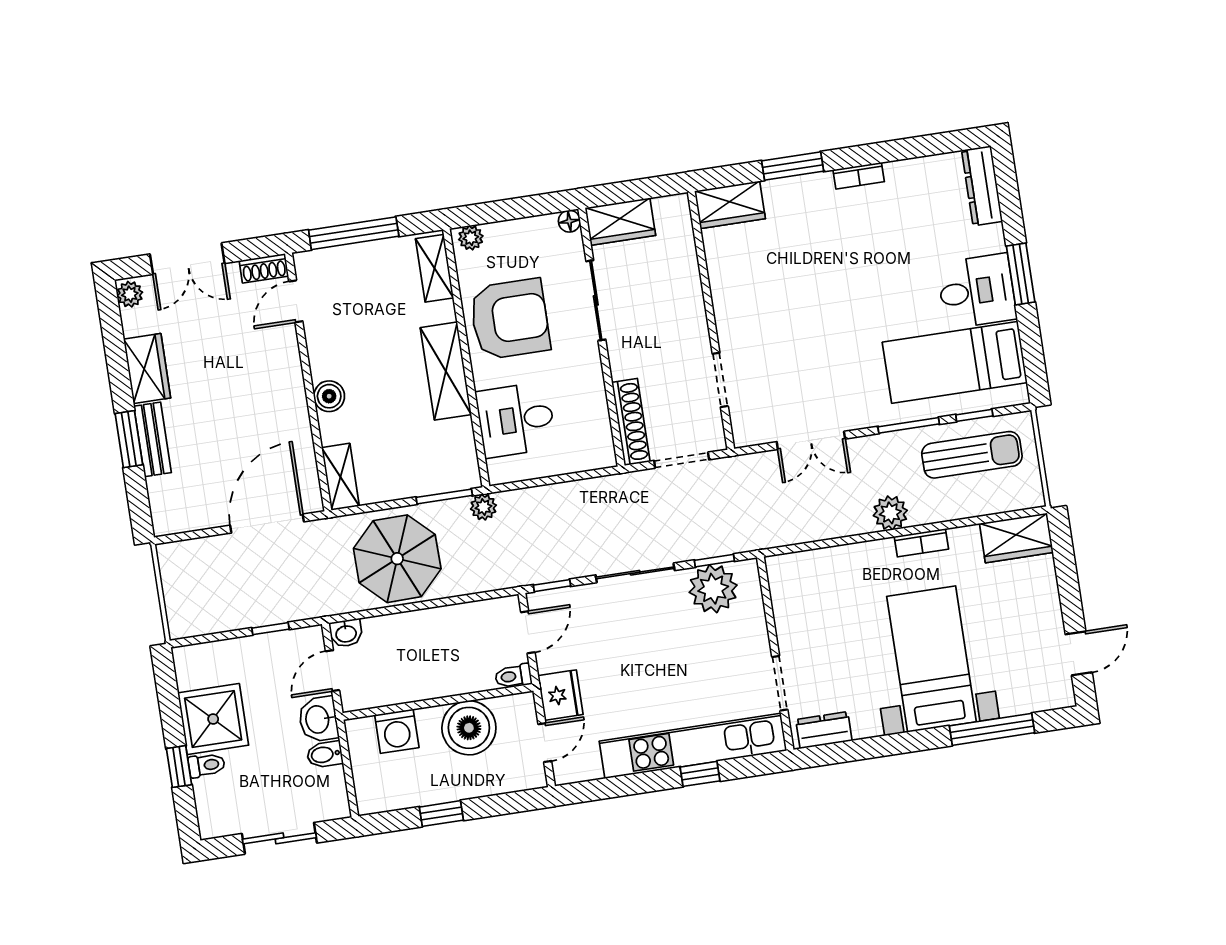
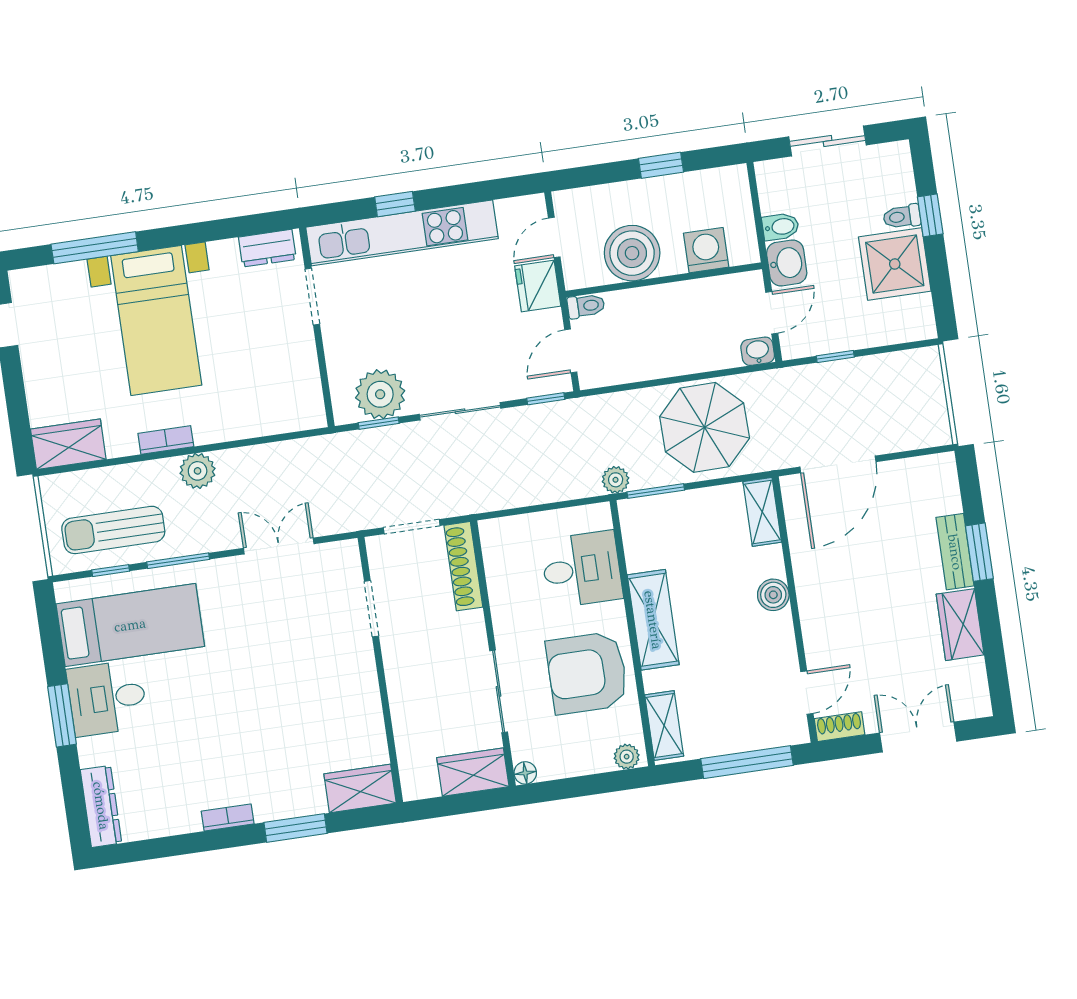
plant: (130, 294) -> (977, 701), removed

